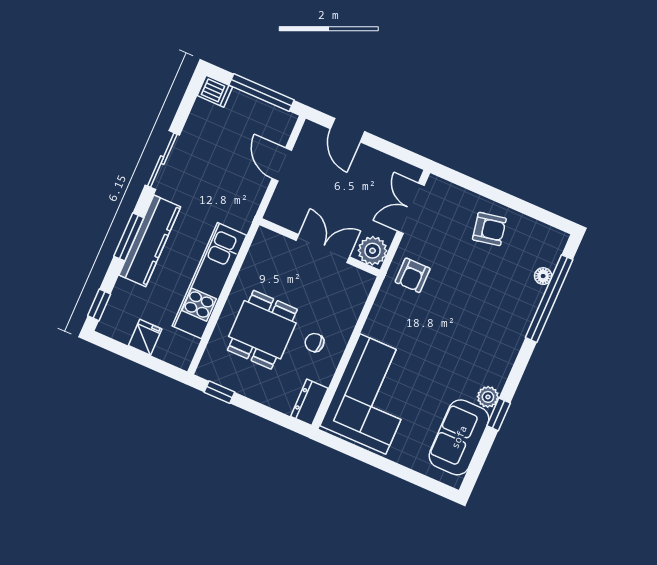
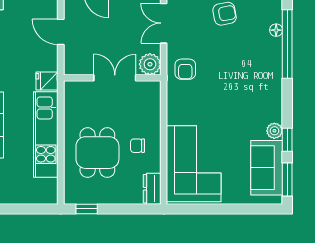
fridge: (145, 337) -> (47, 81), moved, turned -90
window: (478, 463) -> (287, 180), added

